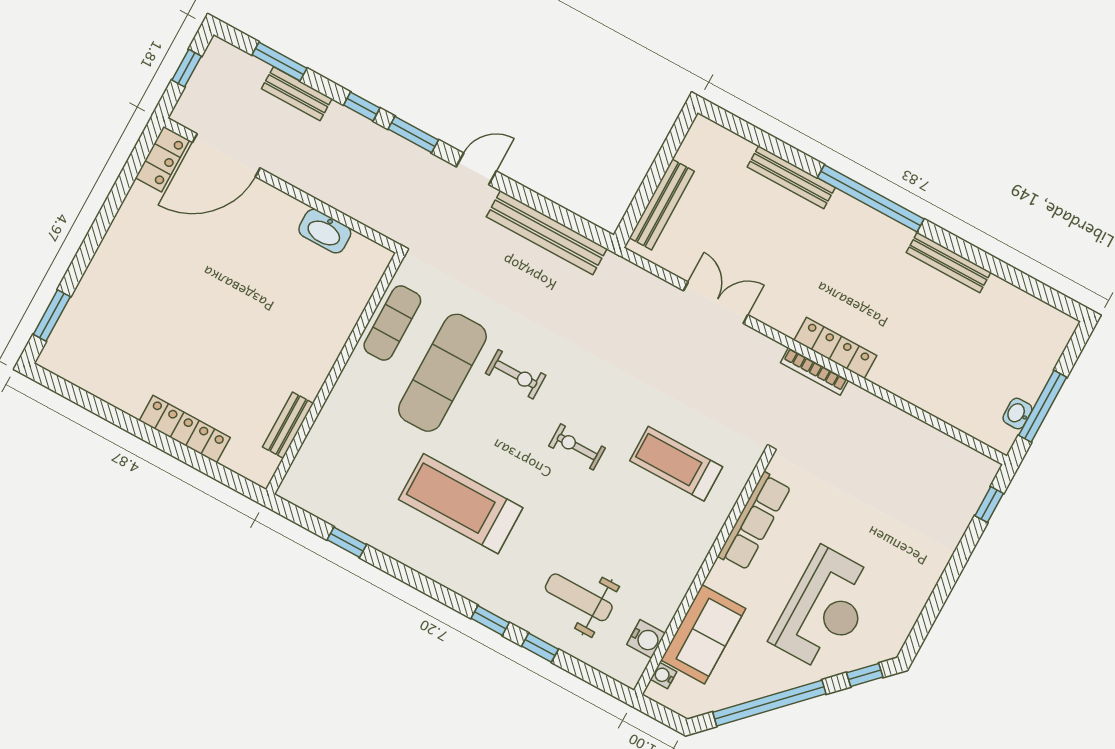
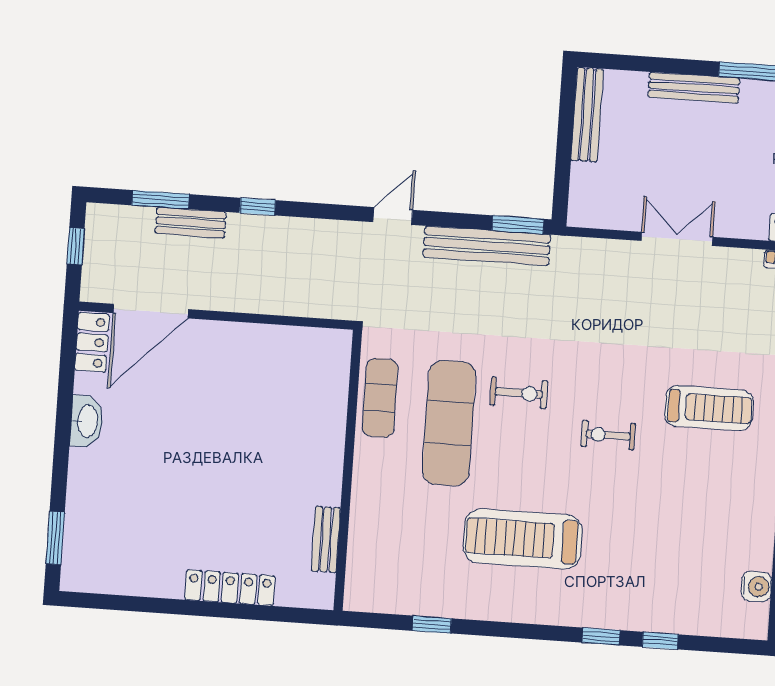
window: (413, 134) -> (518, 225), moved
bench: (662, 204) -> (587, 115), moved
washbasin: (325, 231) -> (87, 421), moved, turned -90
treadmill: (676, 464) -> (709, 408), turned 180
weight bench: (579, 597) -> (675, 576), removed

